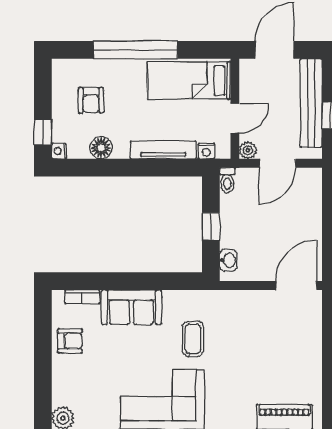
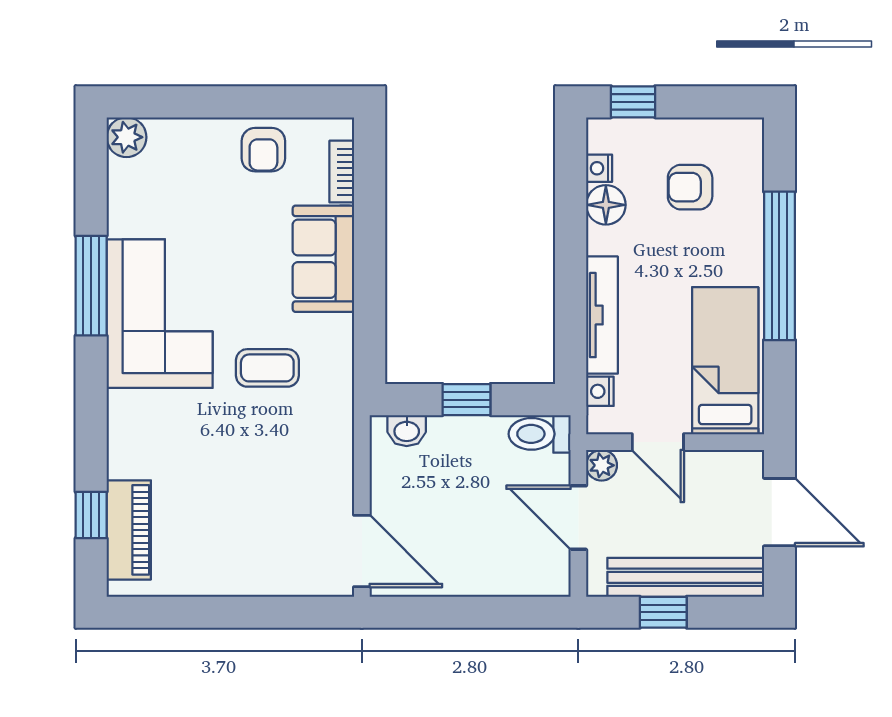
nightstand: (59, 151) -> (599, 168), moved, turned -90
toilet: (227, 180) -> (540, 434), width x1.37, depth x1.39

